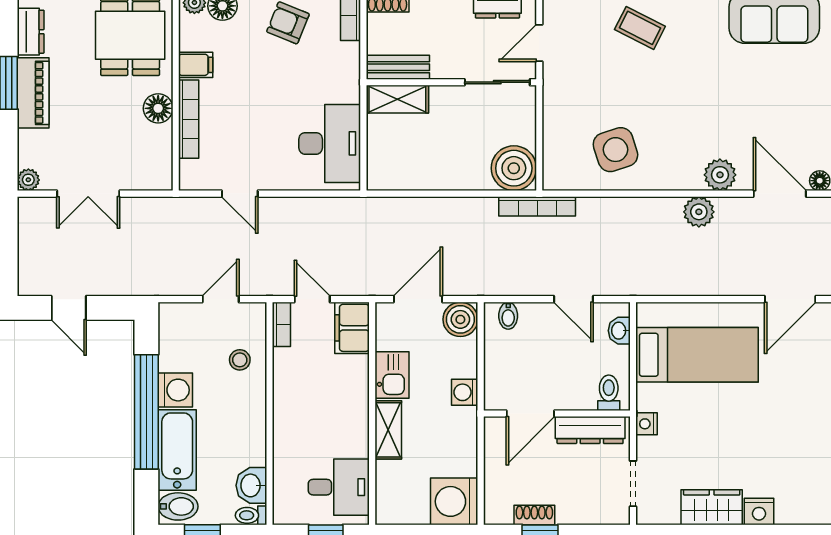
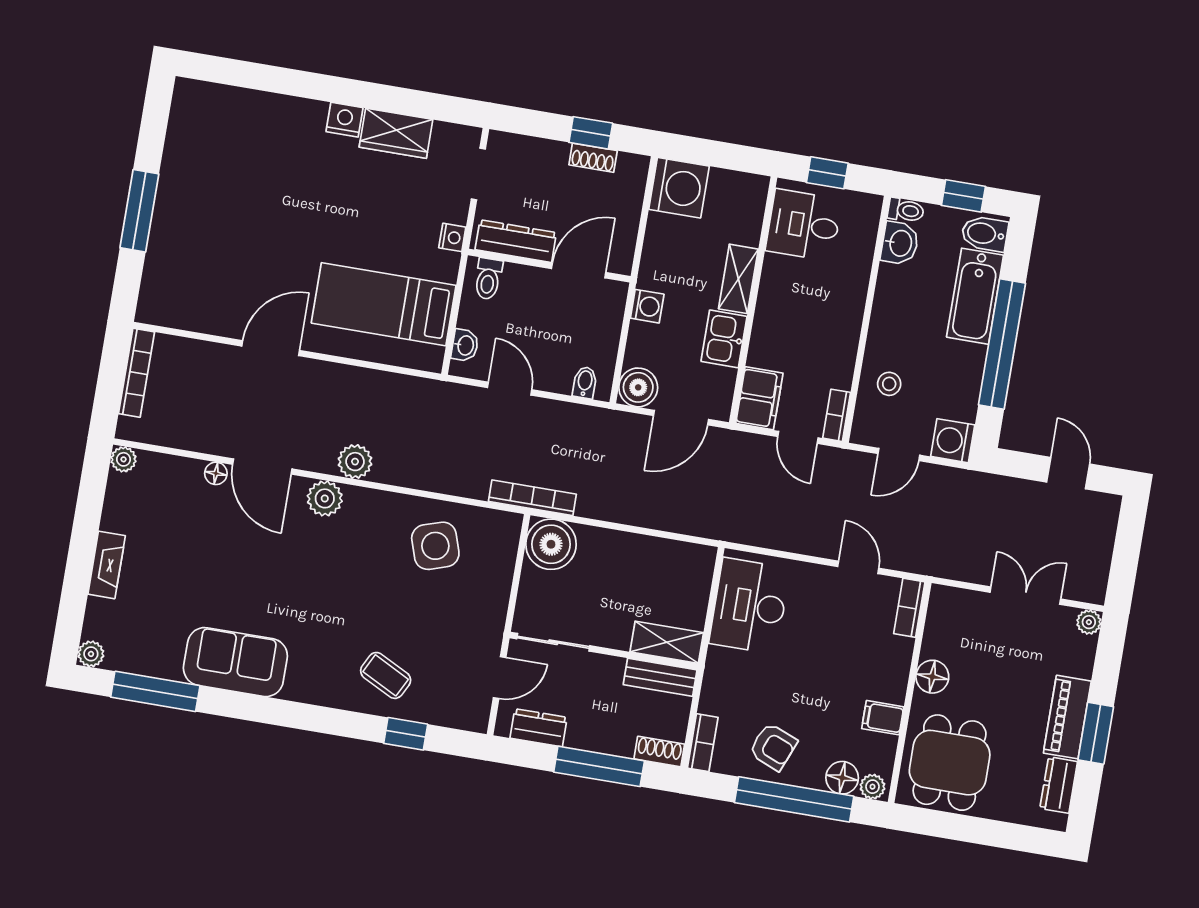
bookcase: (189, 119) -> (909, 608), moved, width x0.64
washing machine: (175, 390) -> (953, 441), moved

